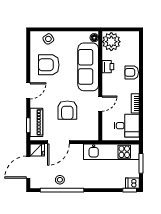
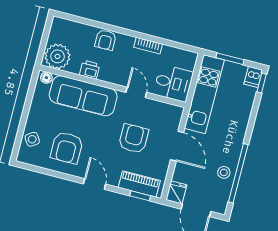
armchair: (67, 110) -> (134, 139), turned -90
desk: (127, 126) -> (173, 83), moved, turned 90
door: (58, 142) -> (177, 146), moved

